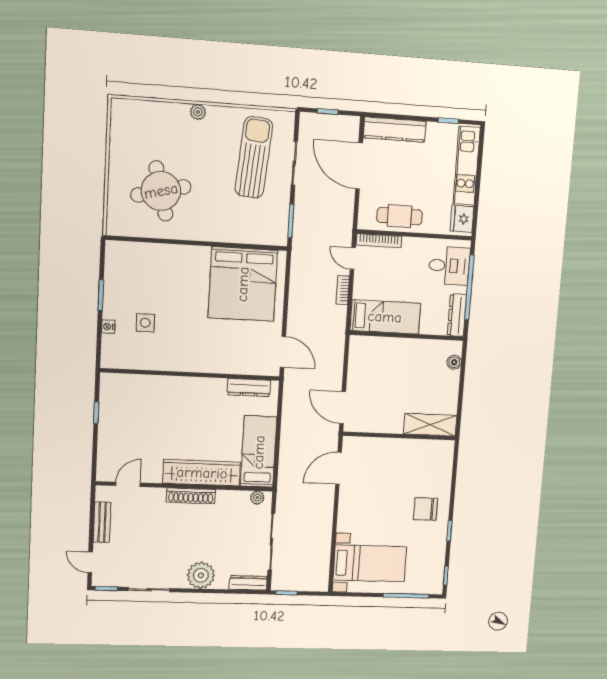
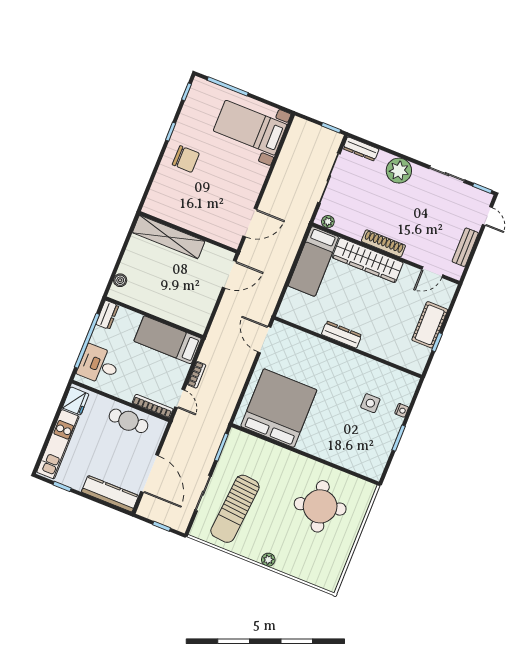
dresser: (457, 315) -> (107, 315), width x0.70
dresser: (249, 388) -> (342, 335), moved
door: (343, 408) -> (229, 274), hinge flipped
shelving: (430, 425) -> (169, 237), width x1.47
cot: (111, 428) -> (430, 325), added

